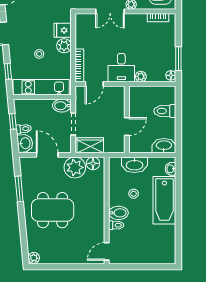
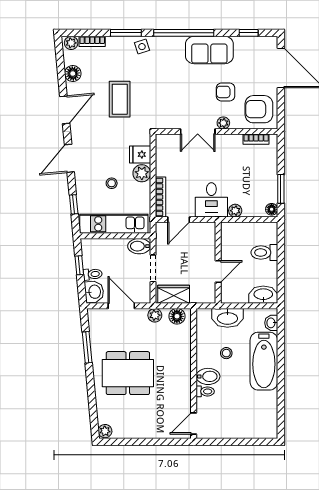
plant: (75, 167) -> (155, 315), width x0.53, depth x0.53

